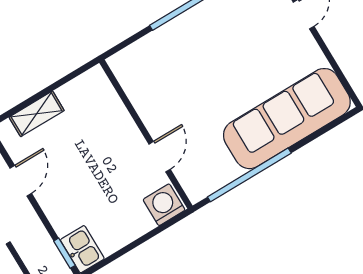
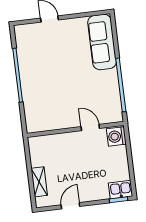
sofa: (287, 119) -> (102, 42), width x0.74, depth x0.79
door: (21, 181) -> (70, 206), hinge flipped

